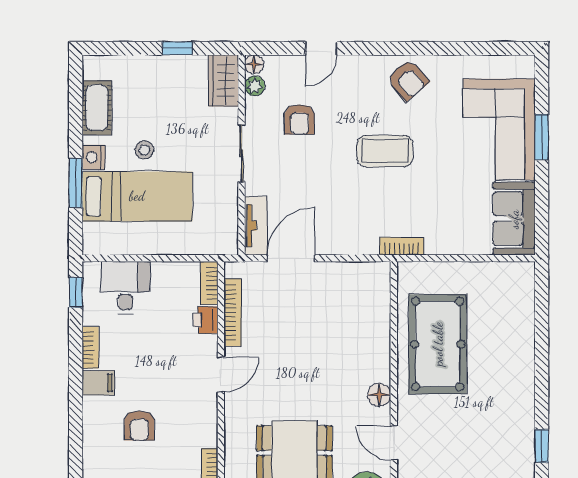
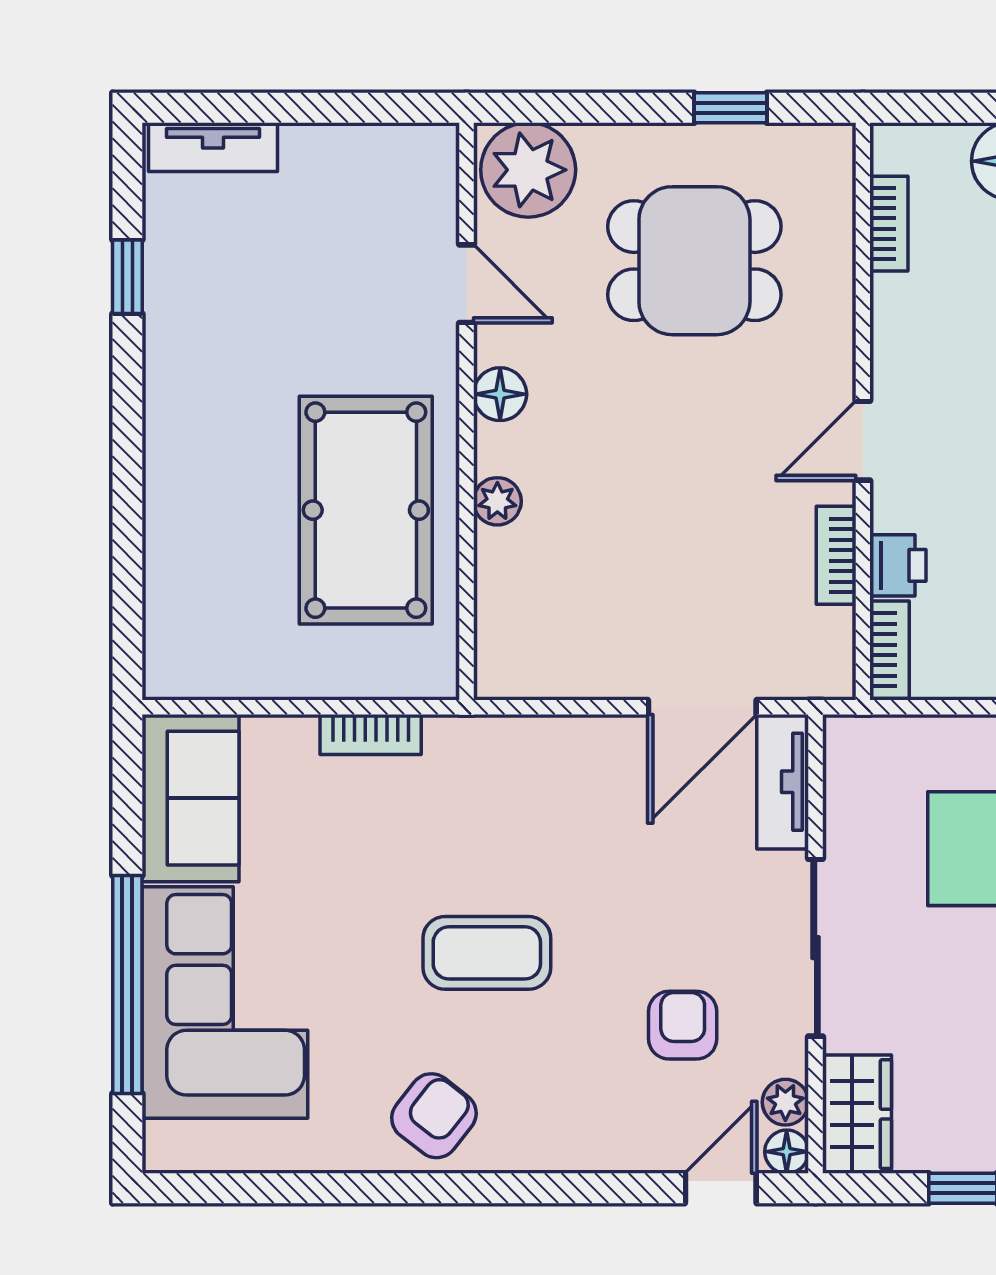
door: (321, 48) -> (721, 1188), moved
armchair: (408, 80) -> (434, 1116), turned 79
window: (542, 137) -> (127, 984), width x2.11
sliding door: (242, 153) -> (816, 948), width x1.37
bookcase: (402, 246) -> (371, 734), moved
bookcase: (233, 312) -> (836, 555), width x0.64
plant: (380, 348) -> (497, 501), added

